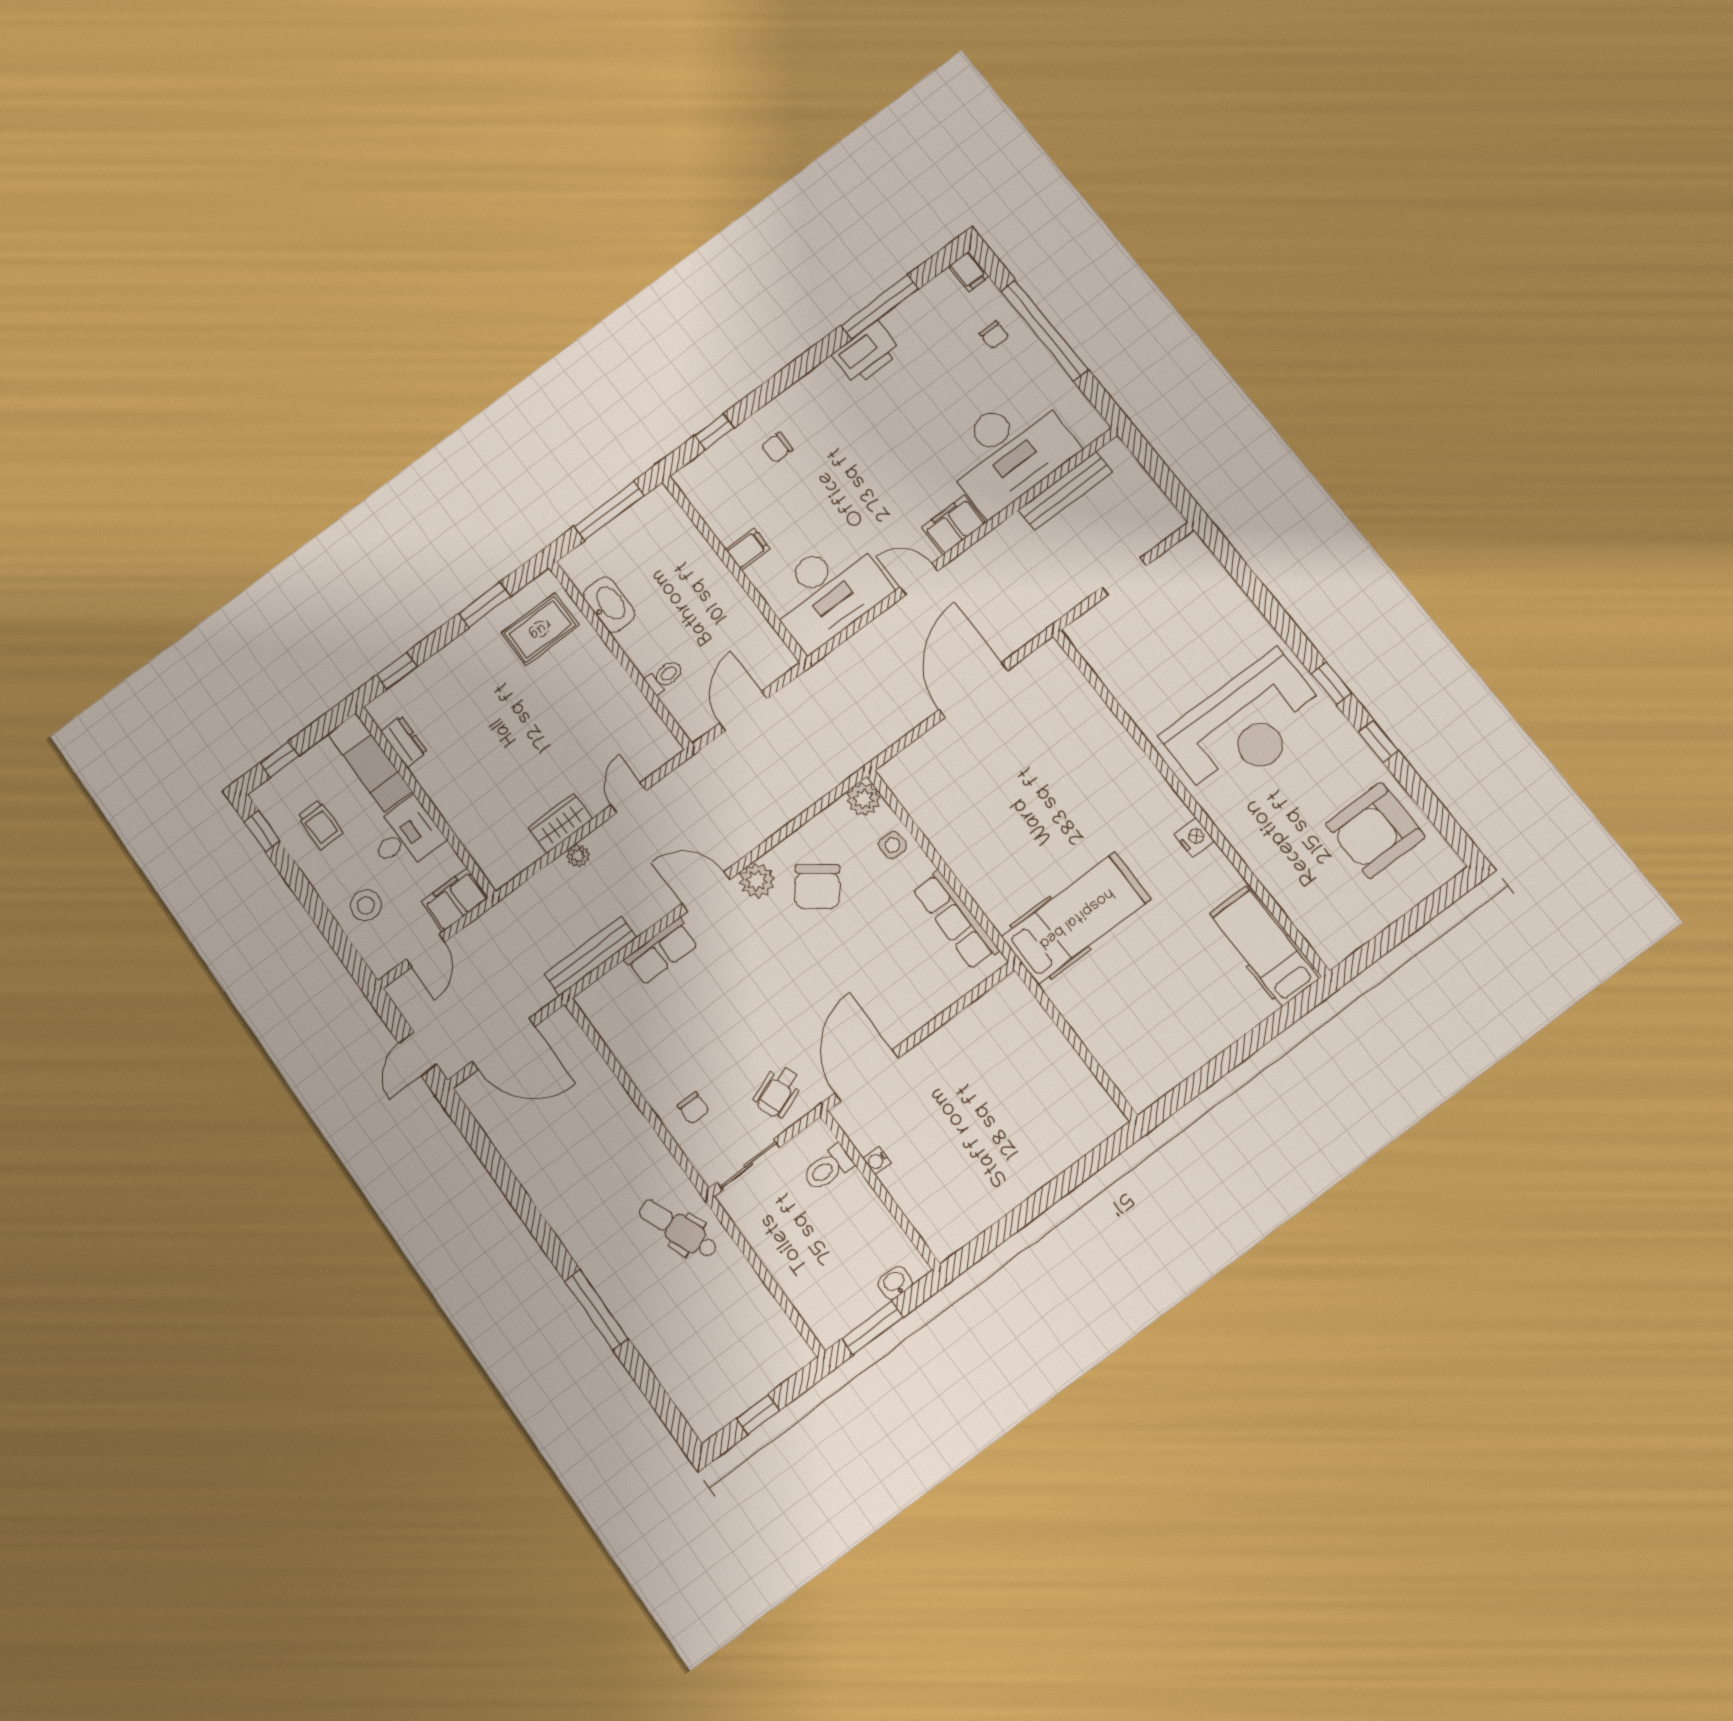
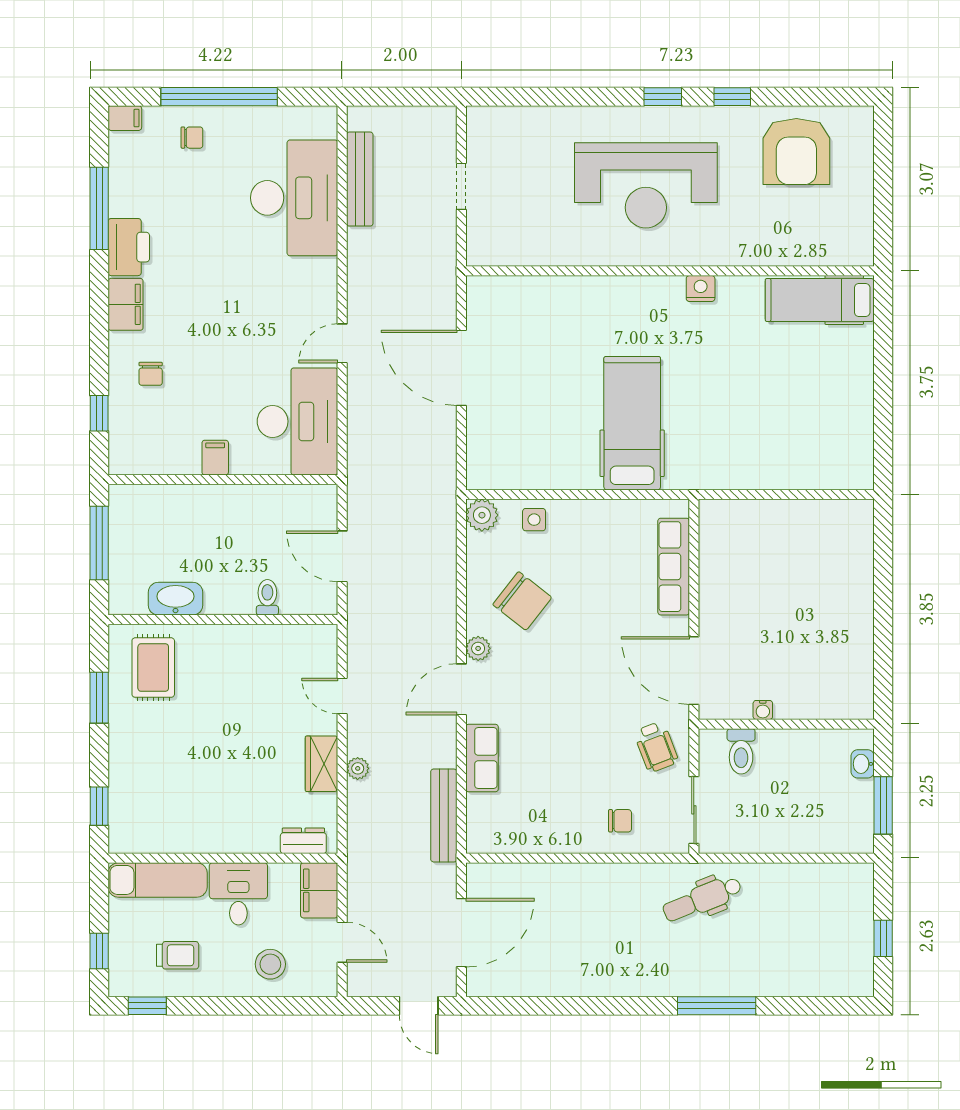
filing cabinet: (954, 525) -> (126, 304), moved, turned 180
reception desk: (1245, 726) -> (646, 185), turned 90
dresser: (404, 742) -> (303, 841), moved
plant: (757, 881) -> (478, 648), width x0.73, depth x0.73
hospital bed: (1076, 918) -> (632, 423), moved
row of seats: (956, 920) -> (674, 567), moved, turned 90

